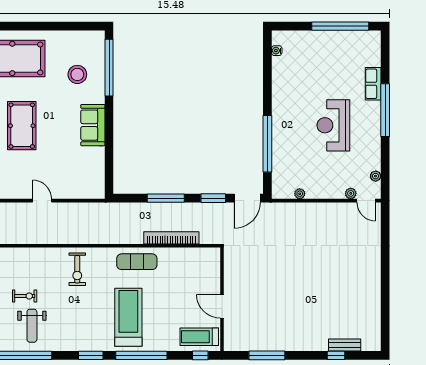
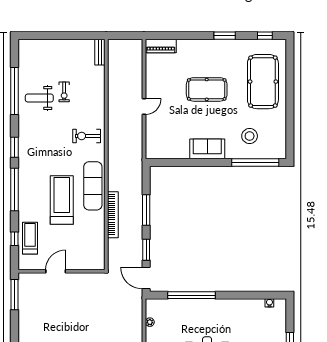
exercise mat: (137, 262) -> (93, 186), width x1.36, depth x1.45
wall: (222, 299) -> (61, 271), moved
door: (222, 306) -> (56, 271), moved
treadmill: (128, 317) -> (62, 200), moved, turned -90

